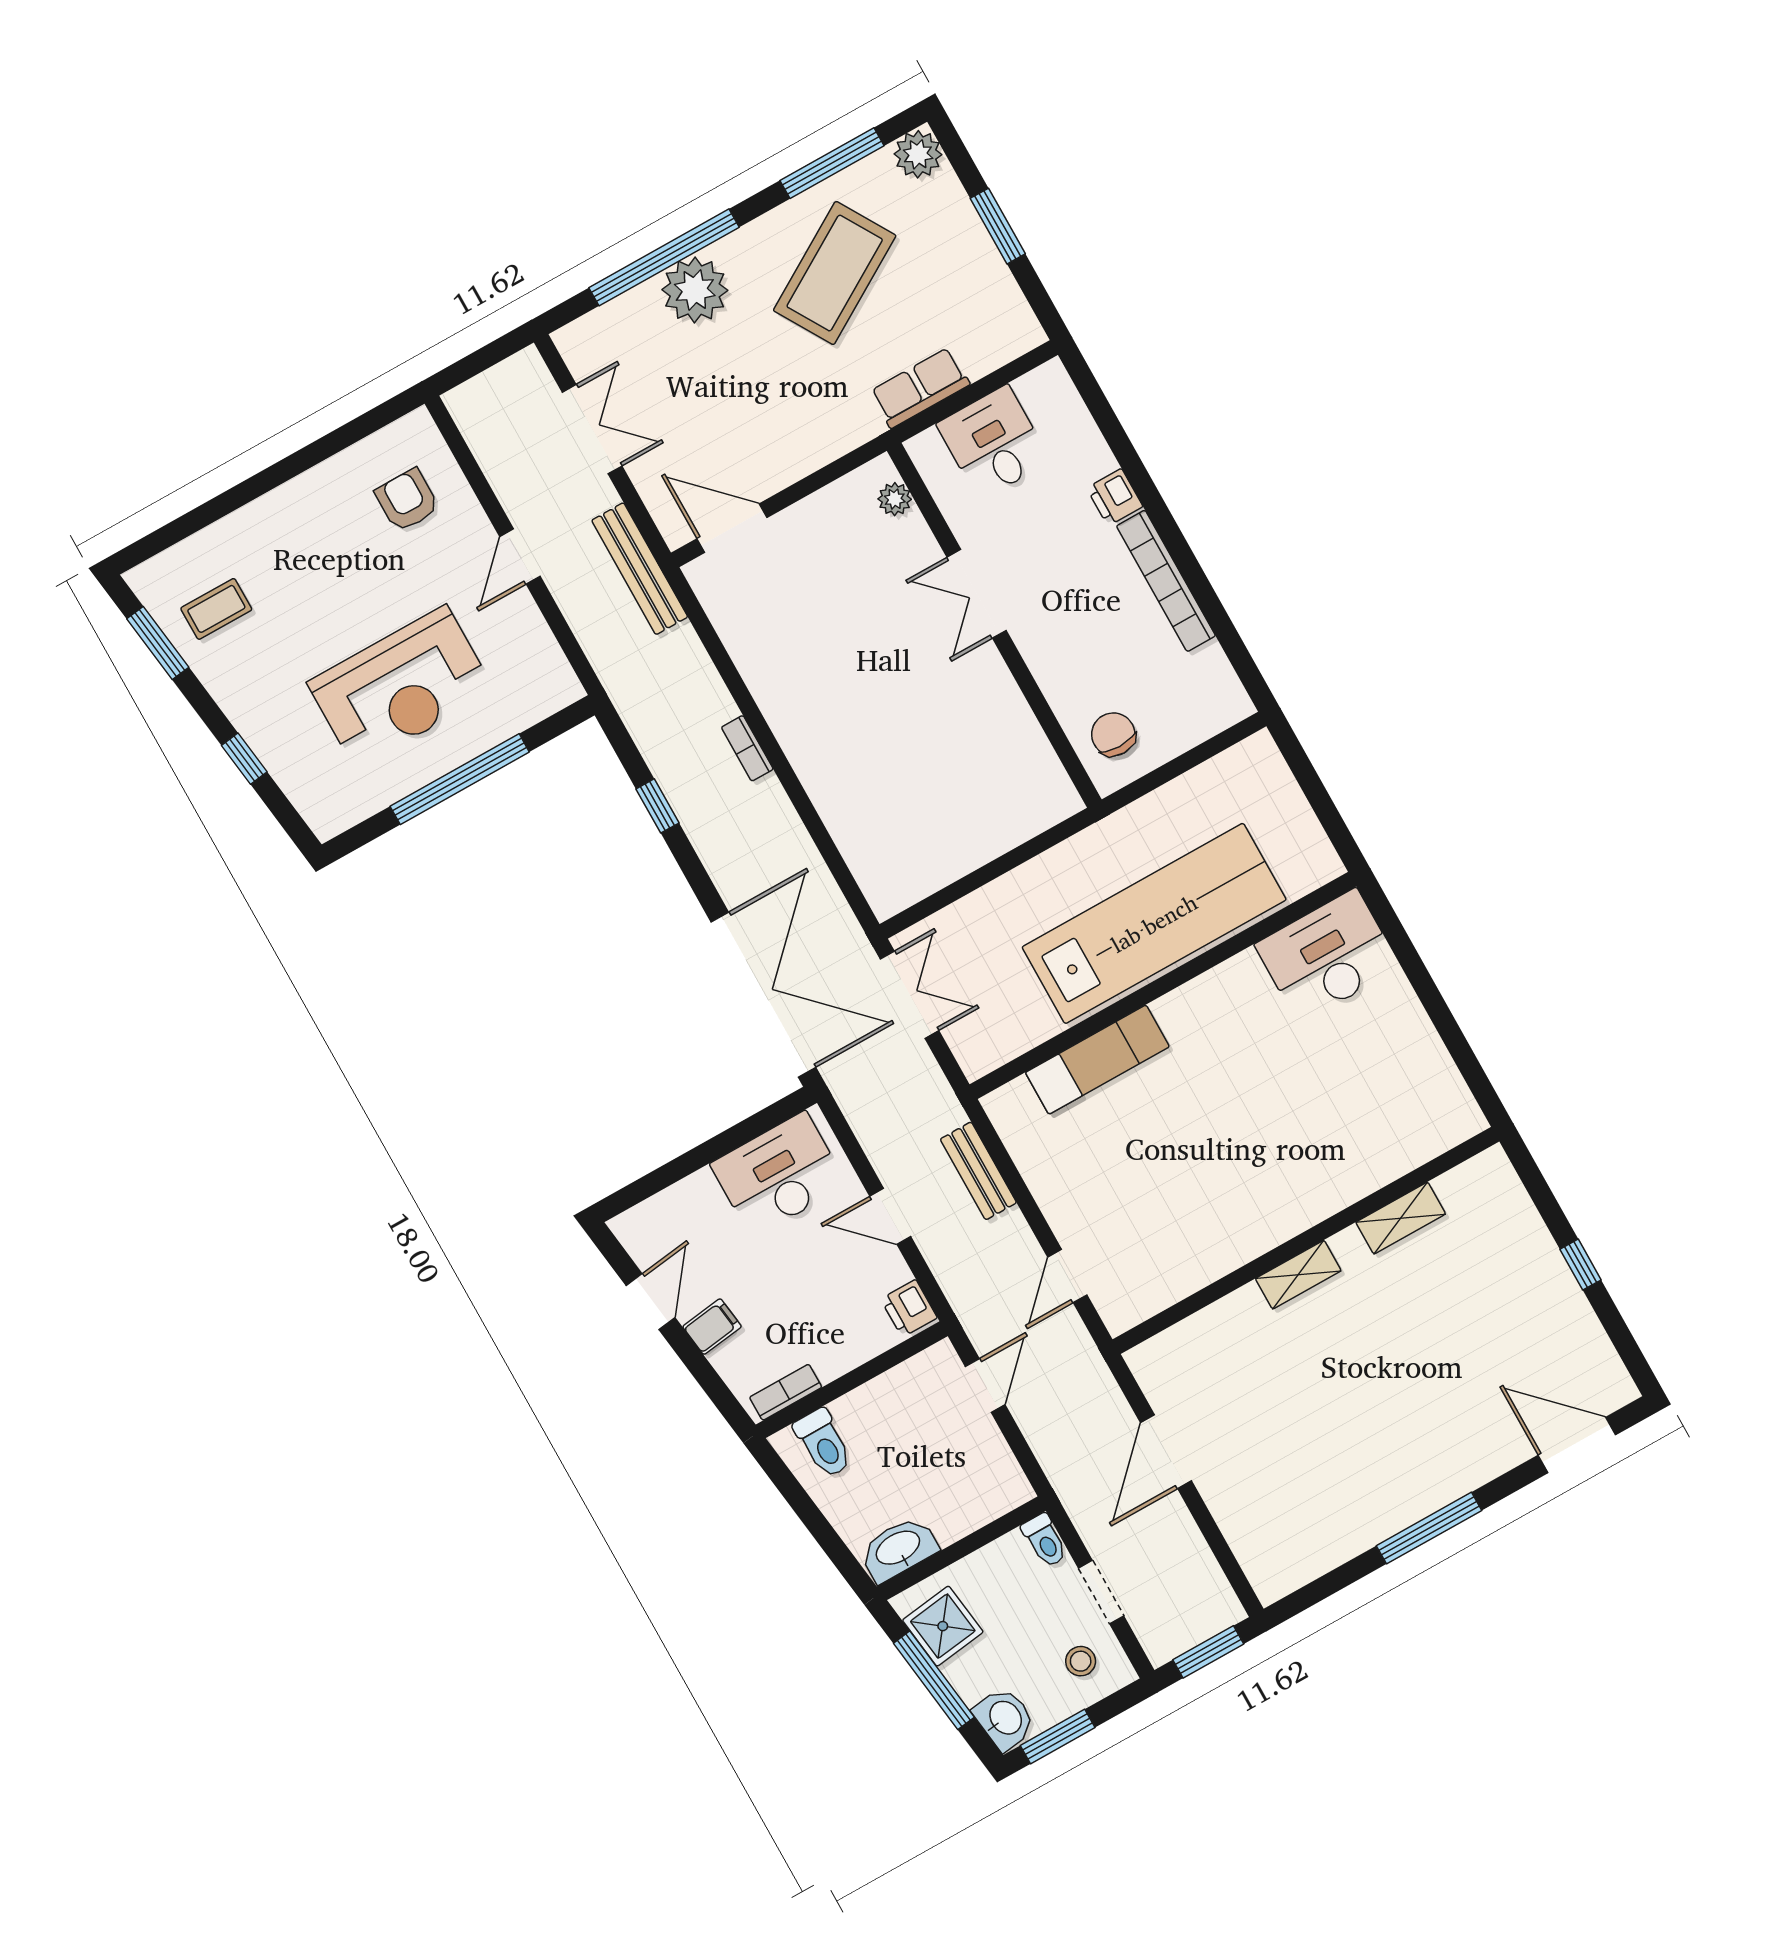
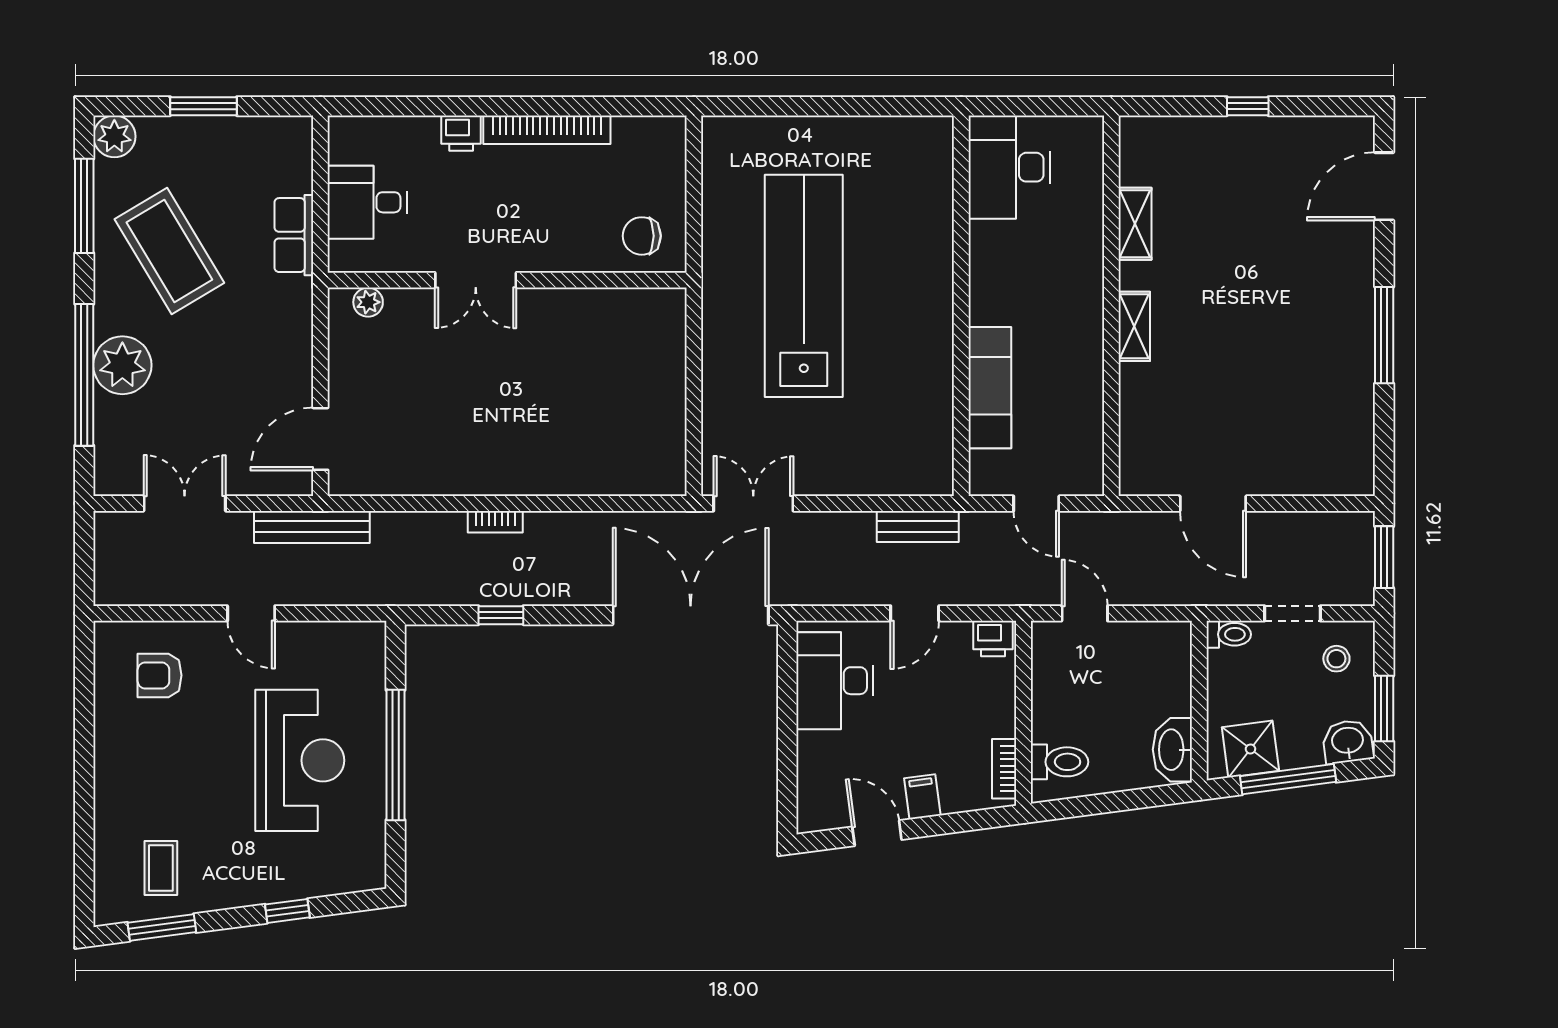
desk: (1328, 956) -> (1009, 167), moved
wall: (1163, 985) -> (961, 306), moved
exam couch: (1097, 1060) -> (990, 388), moved

